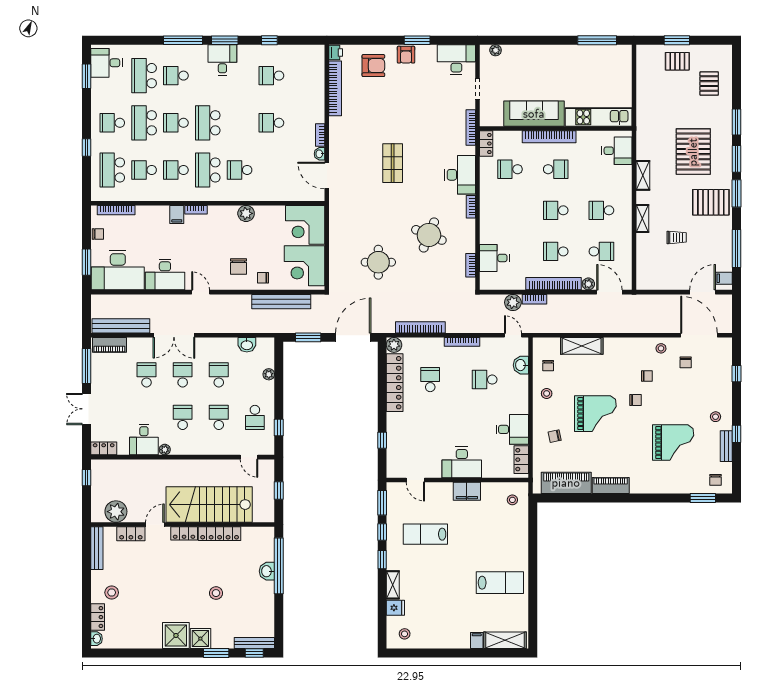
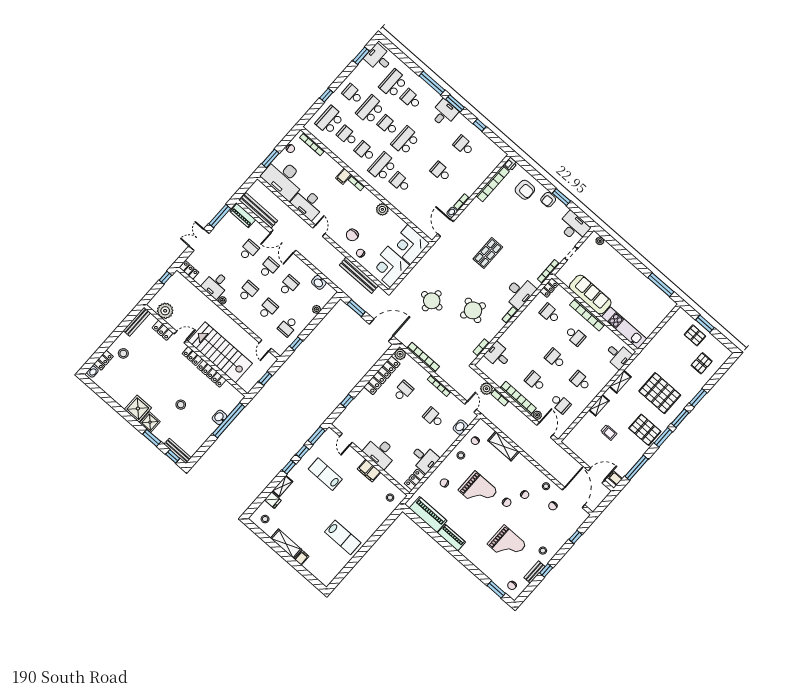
pallet: (693, 152) -> (660, 393), turned 90
shelving: (505, 640) -> (286, 544), moved

